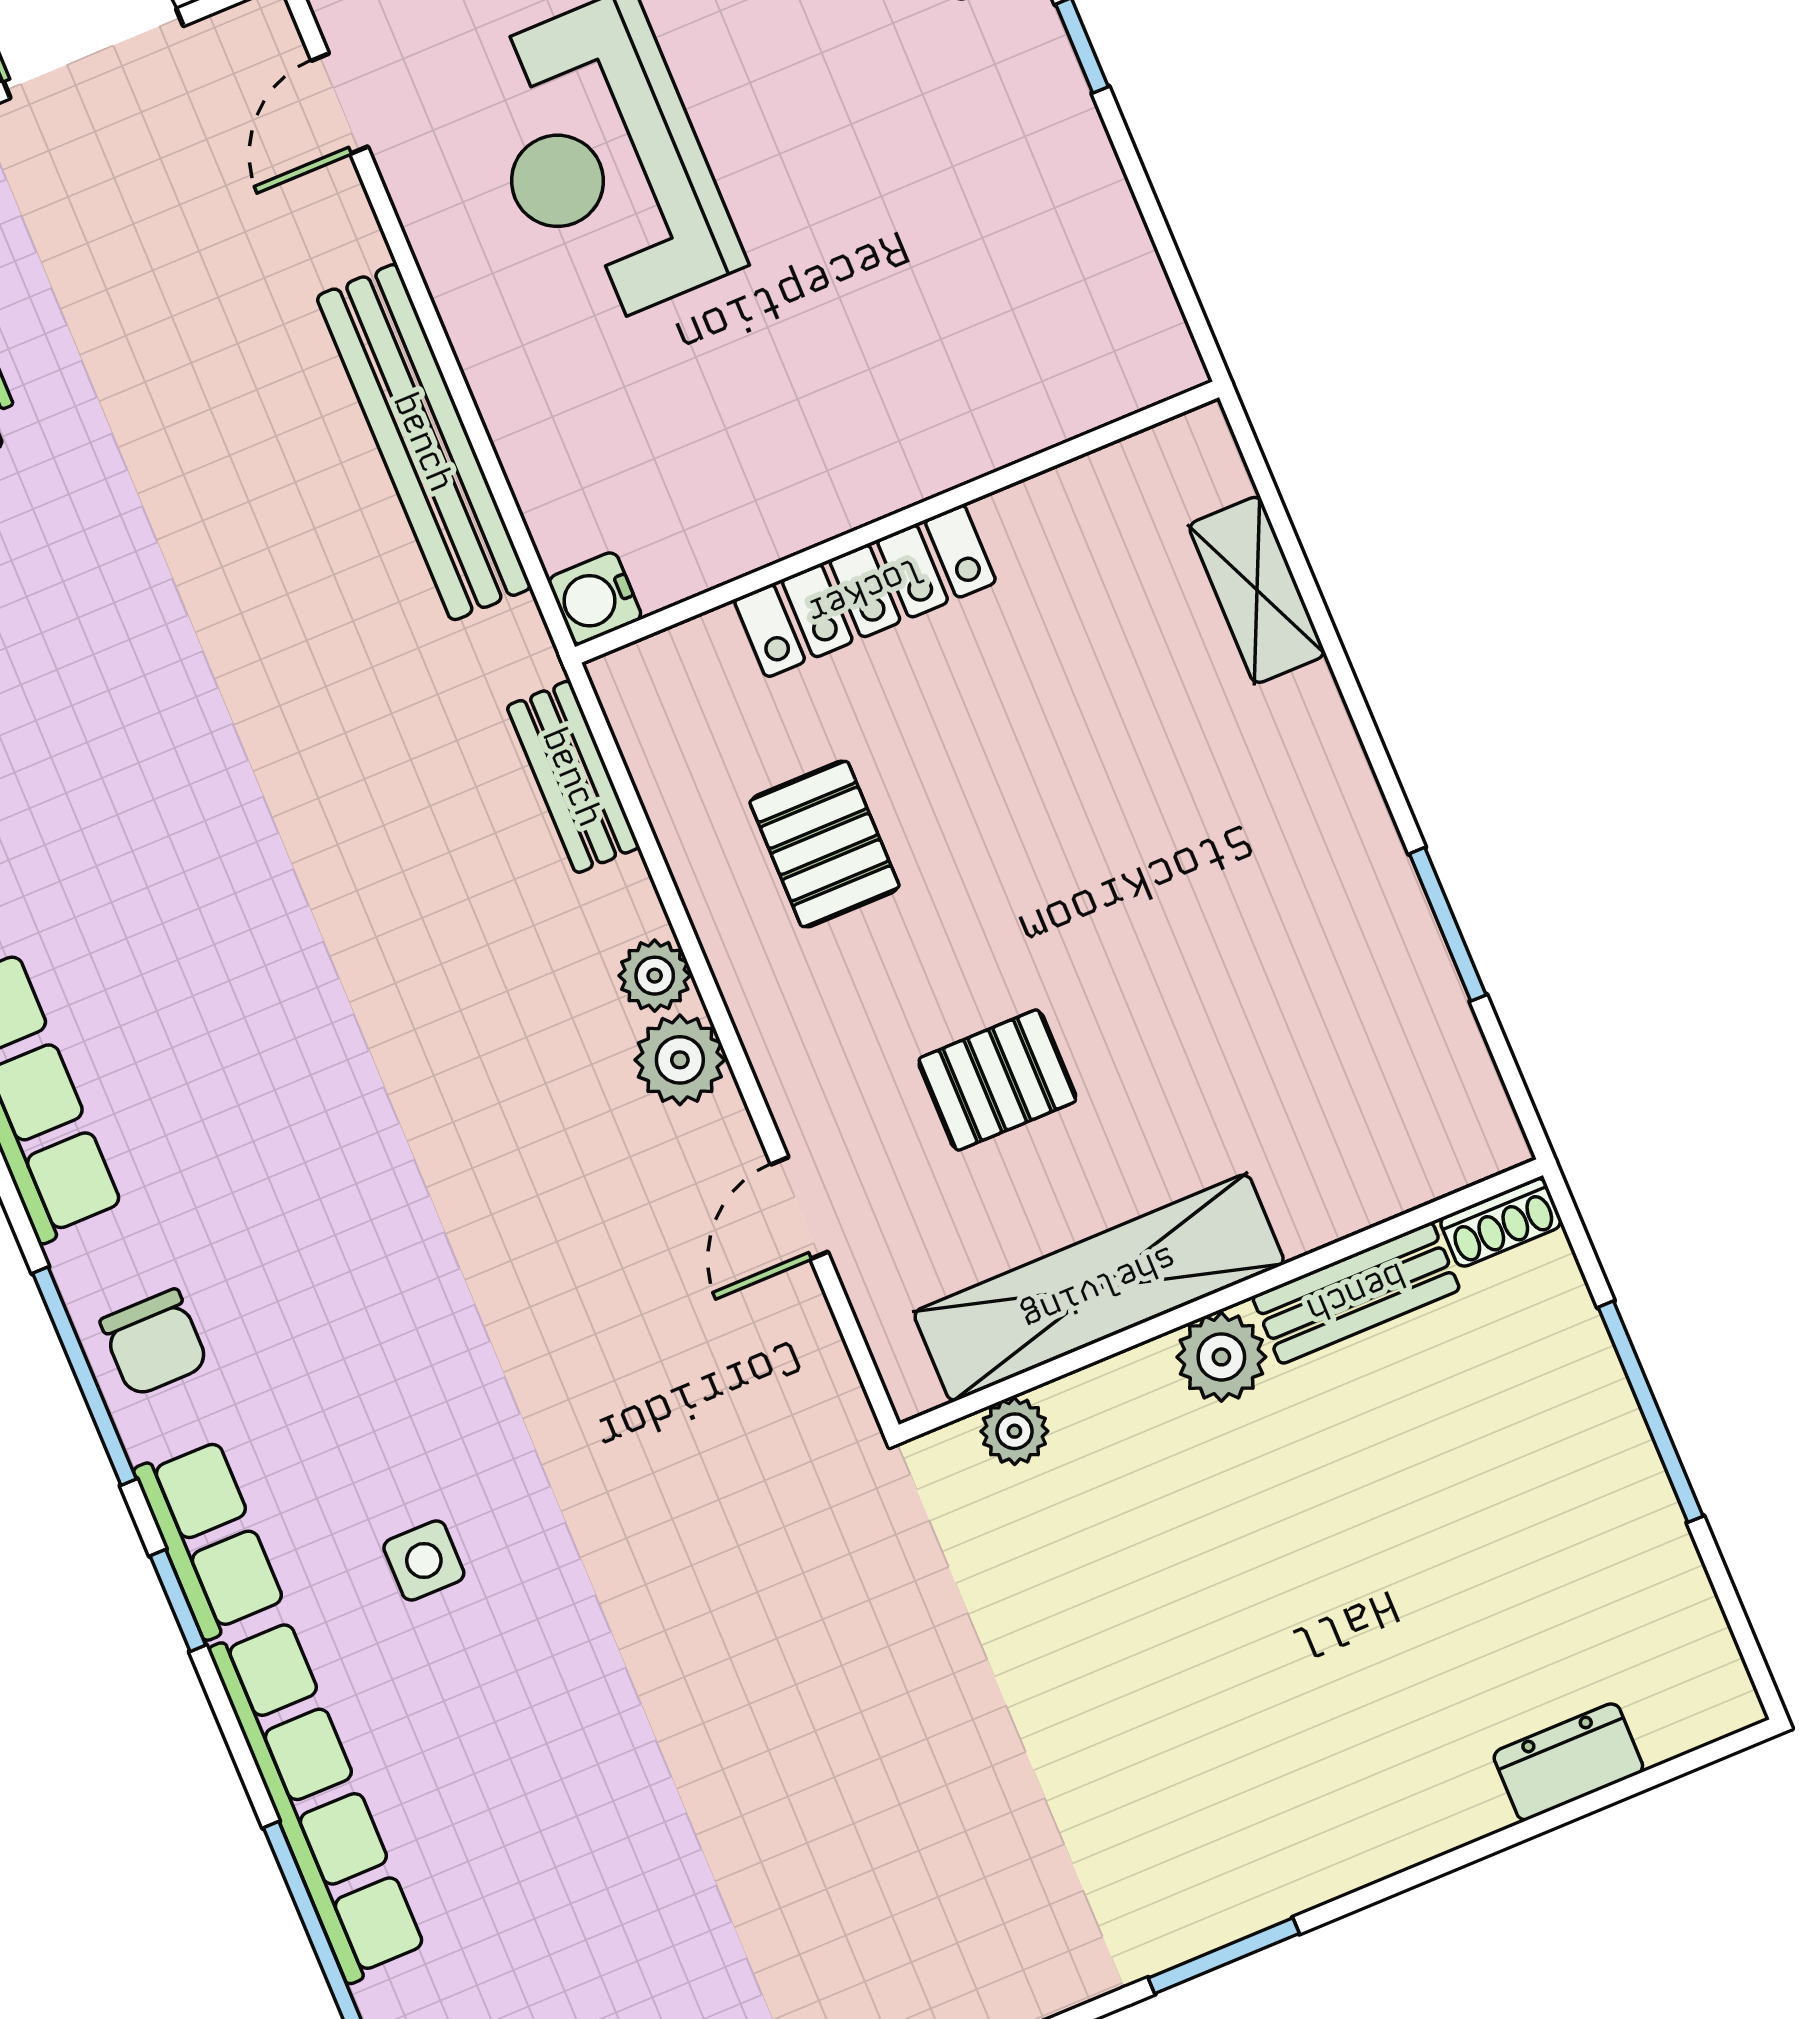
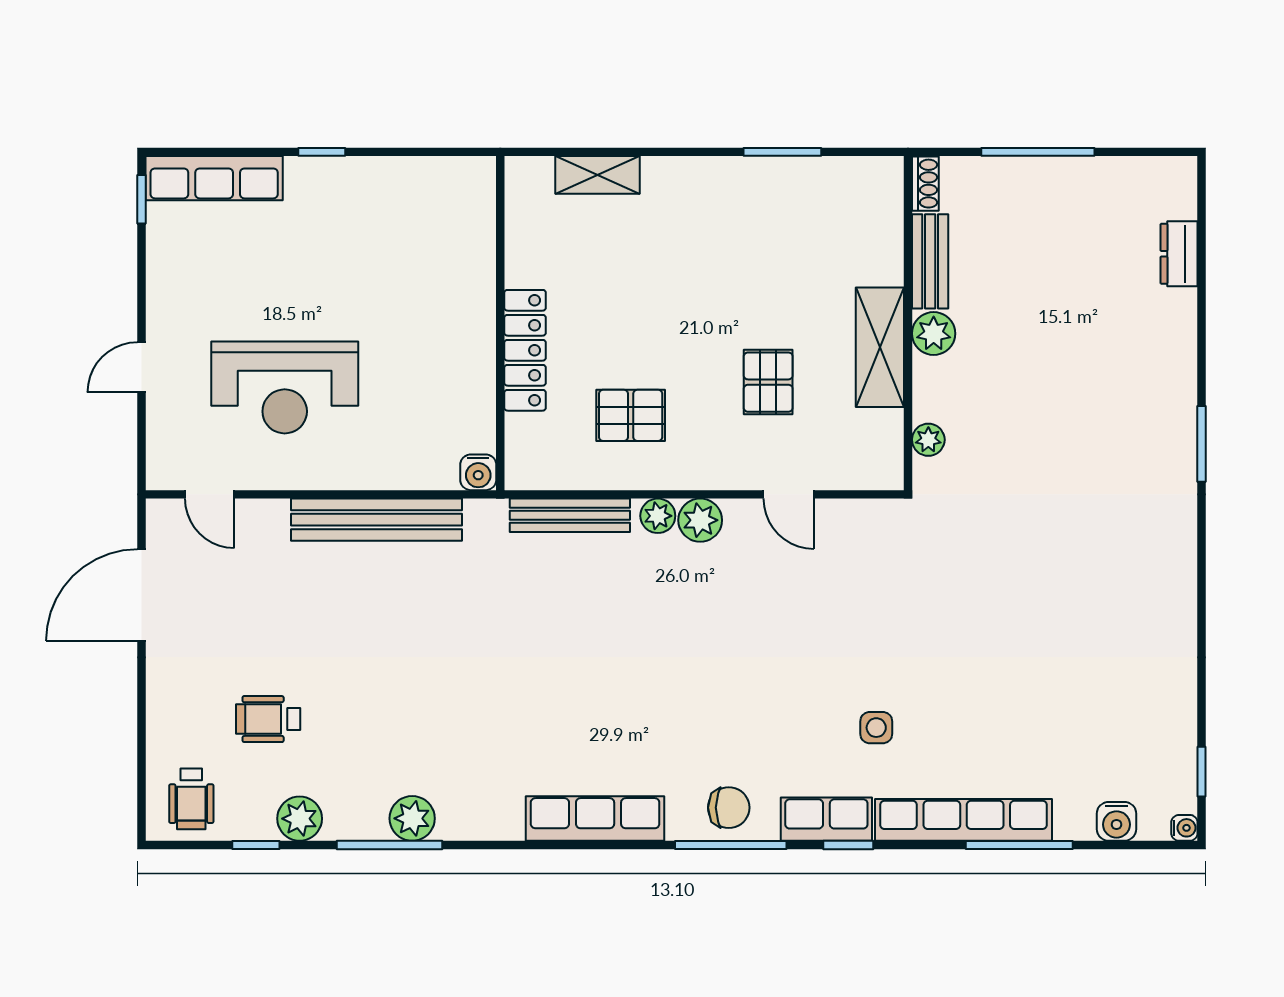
bench: (573, 777) -> (570, 515), width x1.36
shelving: (1099, 1288) -> (880, 347), width x0.68

